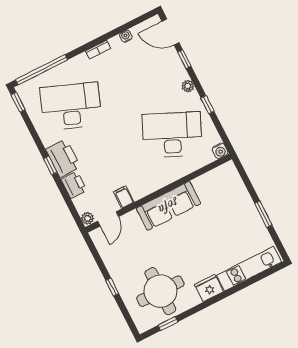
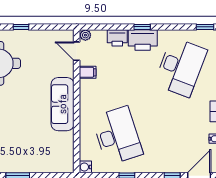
plant: (188, 86) -> (149, 168), removed
desk: (172, 135) -> (117, 136), turned -42

